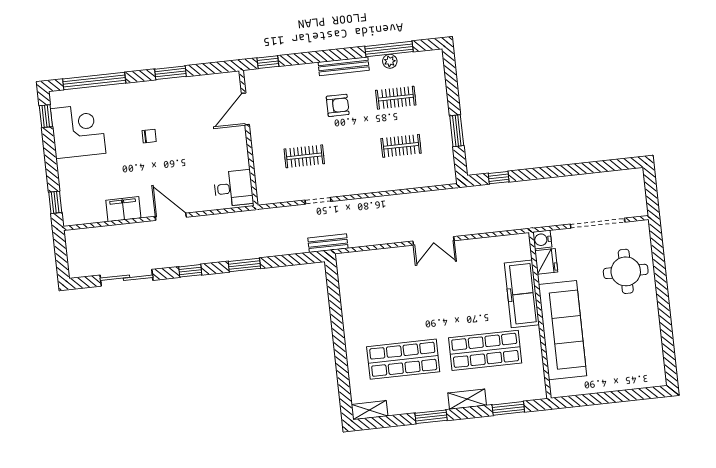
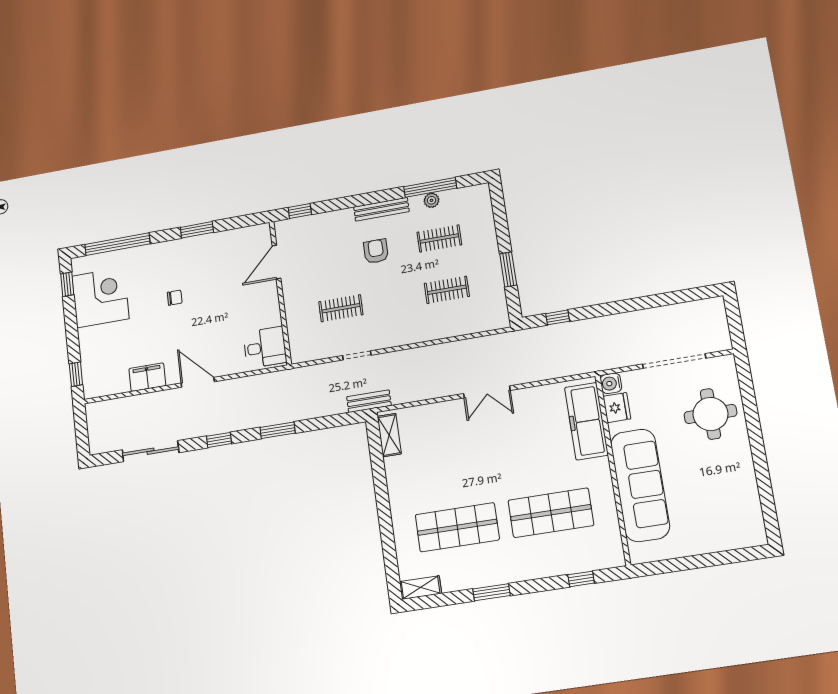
armchair: (338, 105) -> (376, 251), turned -90
freezer: (522, 294) -> (586, 421), moved
shelving: (467, 399) -> (389, 435), moved, turned 90
window: (508, 408) -> (581, 579), width x0.67

